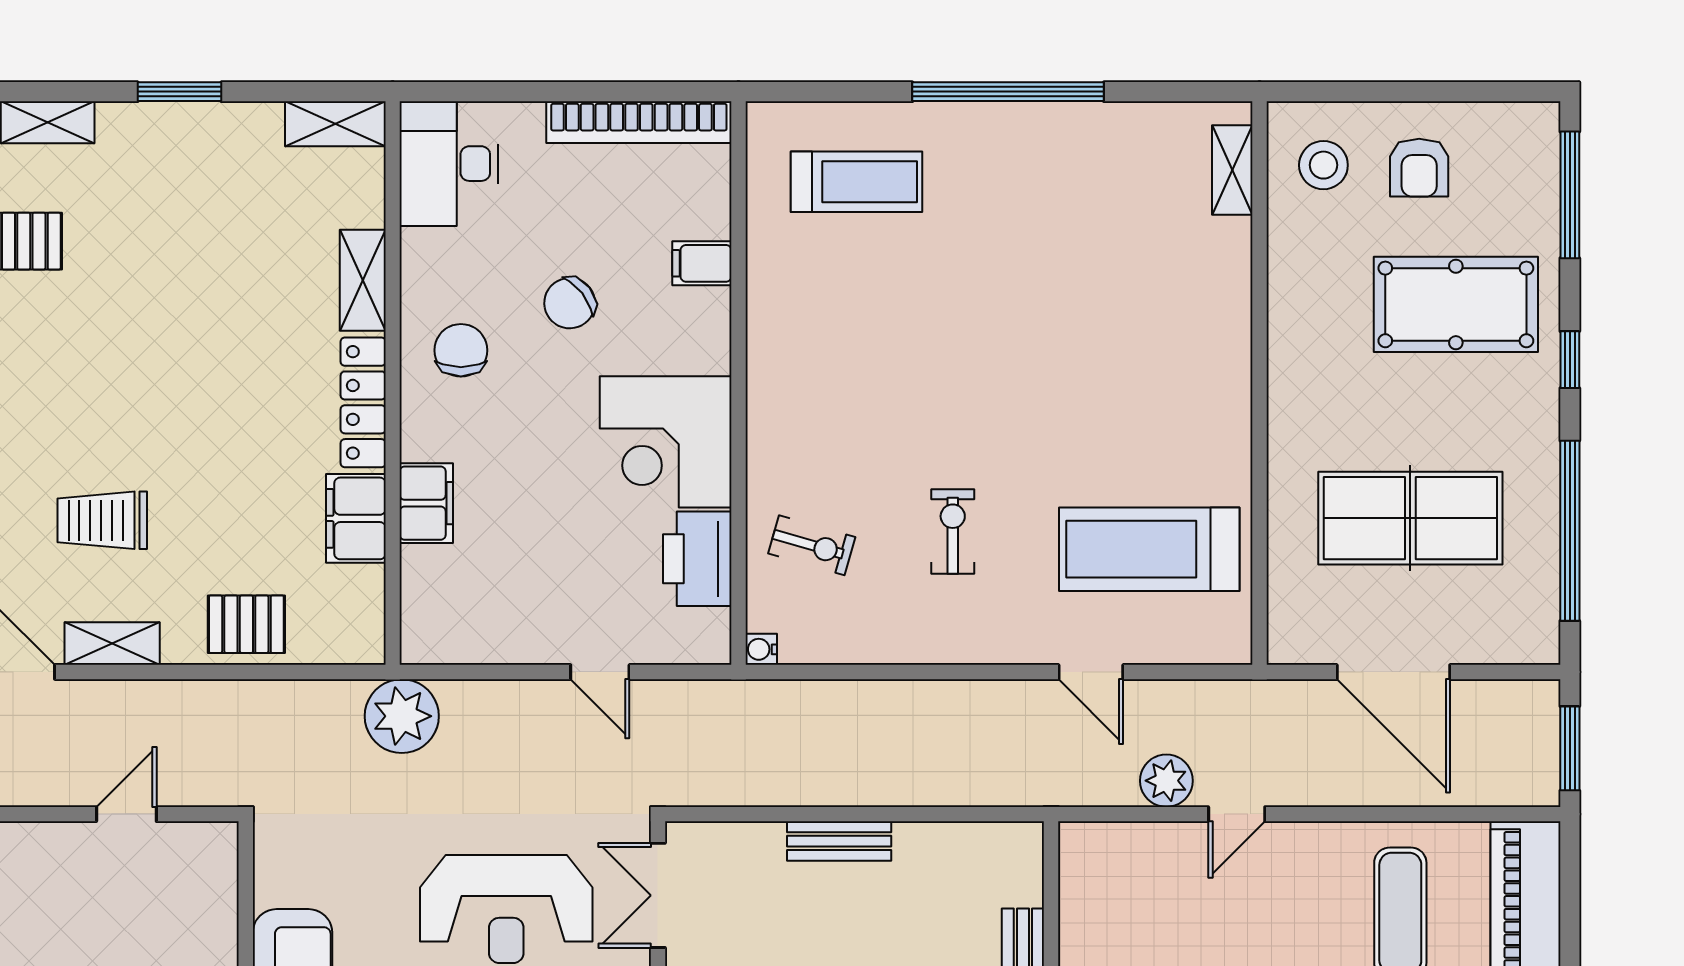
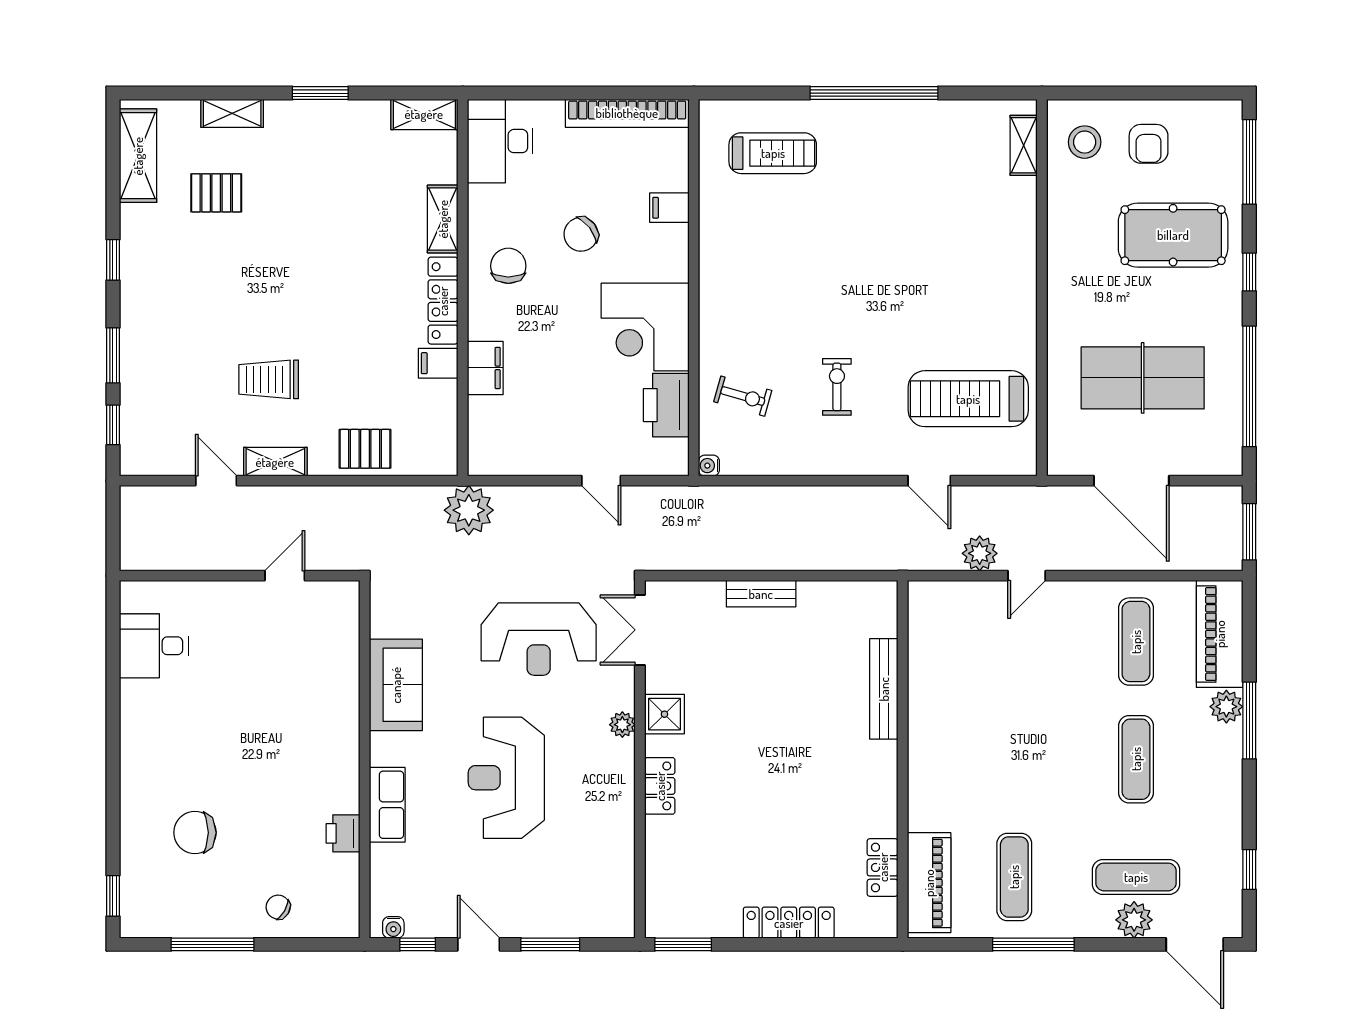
filing cabinet: (356, 518) -> (438, 363), width x0.50

